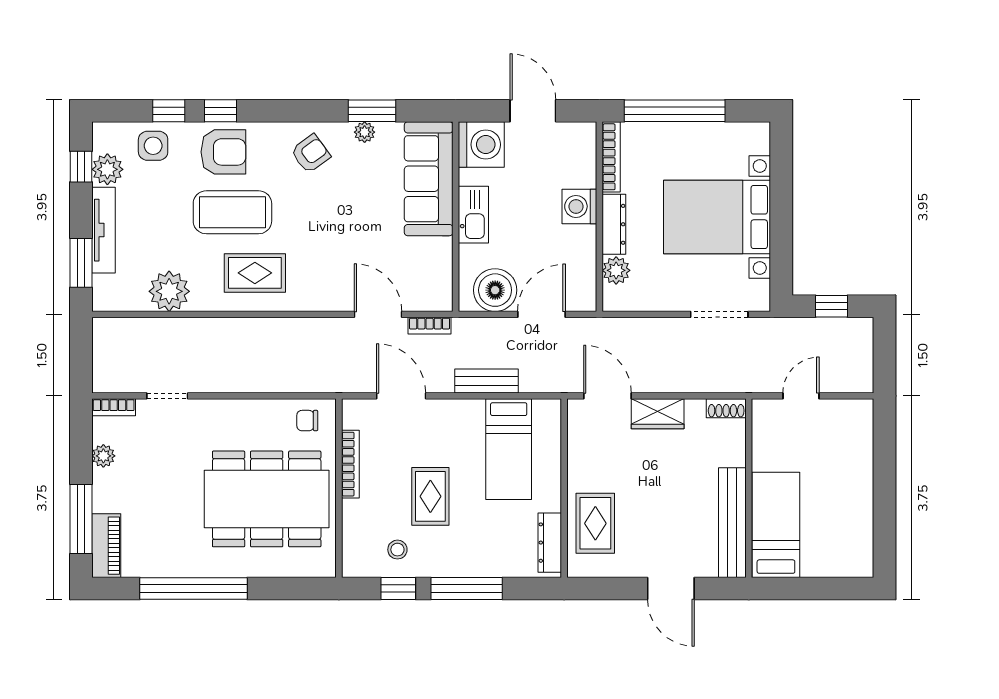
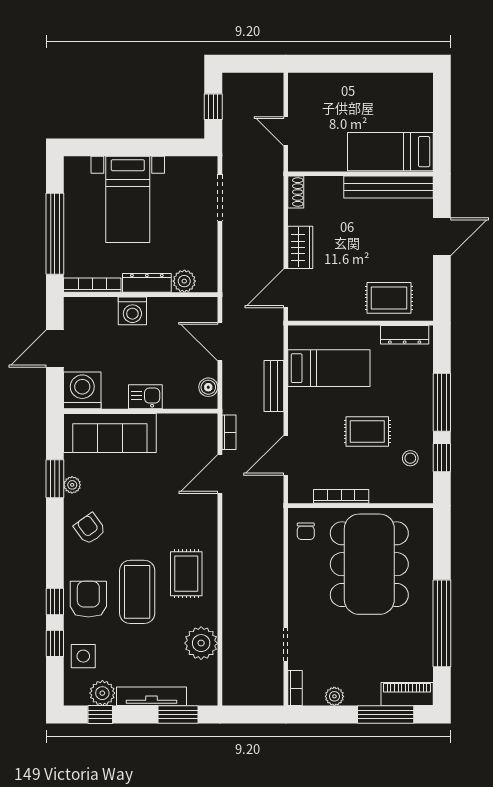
kitchen sink: (473, 215) -> (145, 397), width x0.73
bed with nightstands: (717, 217) -> (128, 199), width x0.73
boiler: (495, 290) -> (208, 387), width x0.54, depth x0.54

